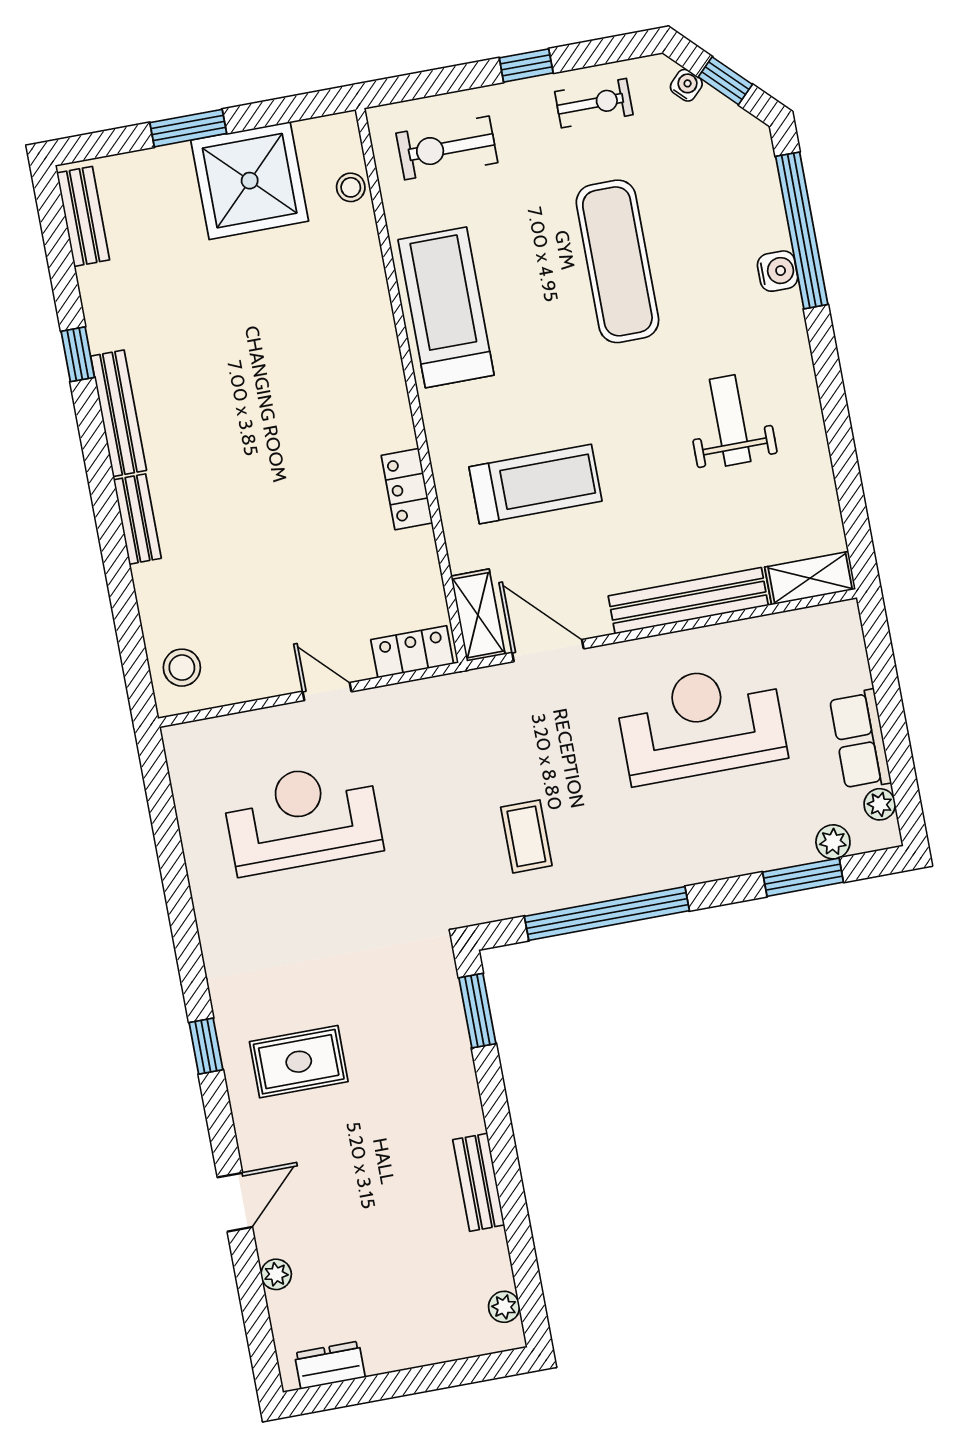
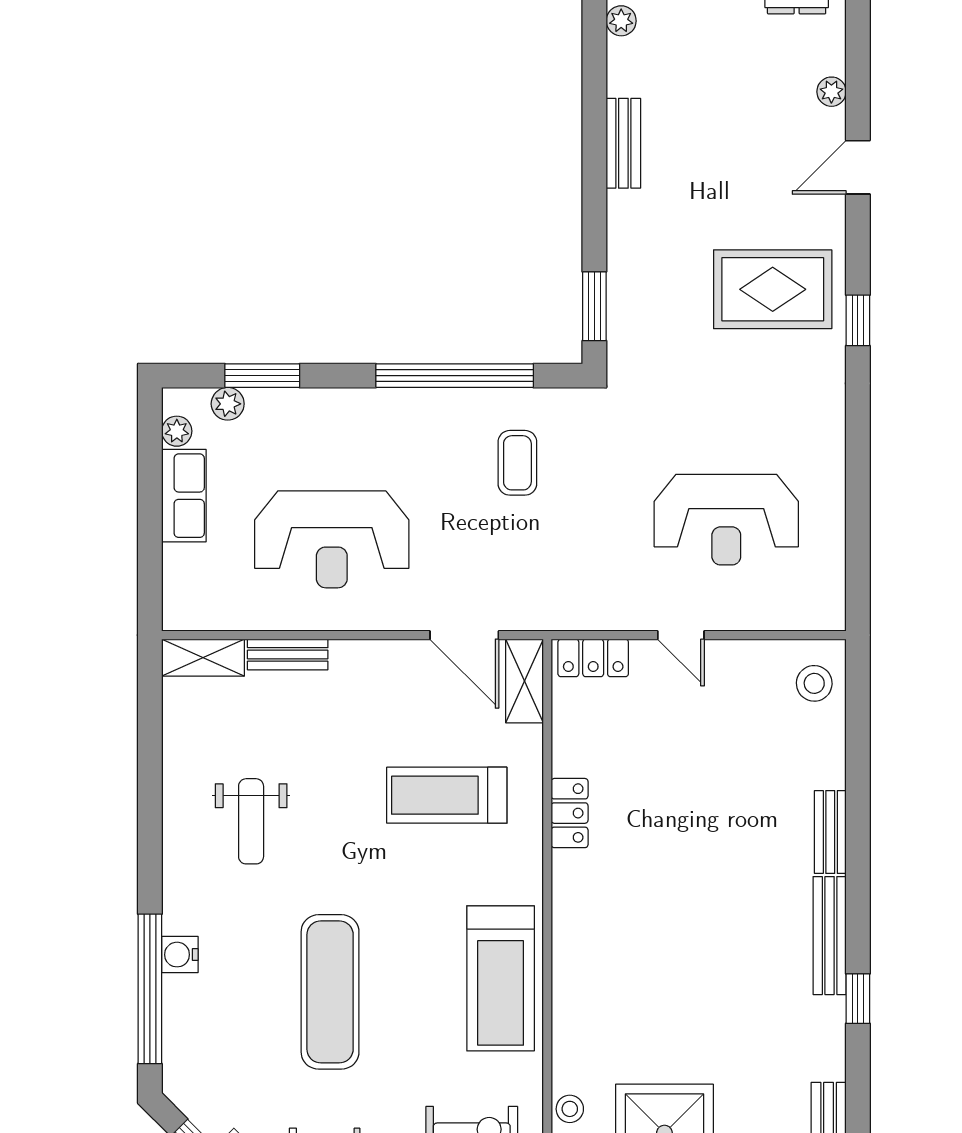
bench: (688, 601) -> (288, 654), width x0.54, depth x0.82
rug: (299, 1062) -> (773, 289), width x1.36, depth x1.43

